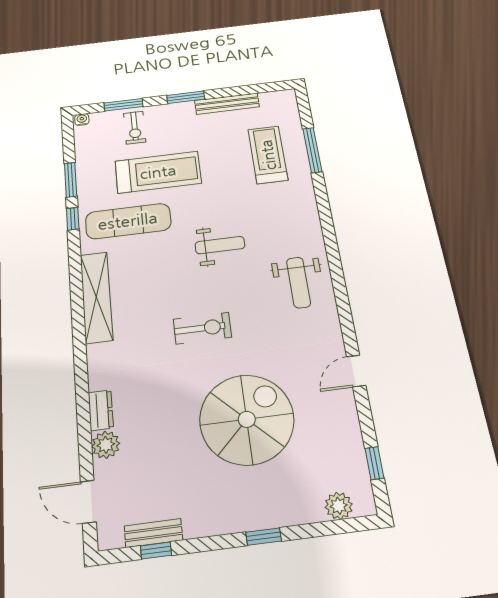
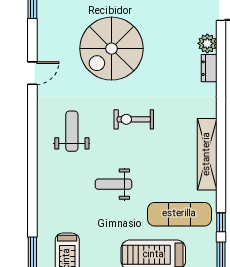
weight bench: (299, 282) -> (72, 131), moved

